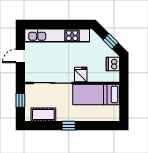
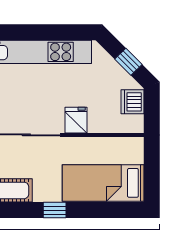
bed: (96, 94) -> (103, 183), moved

